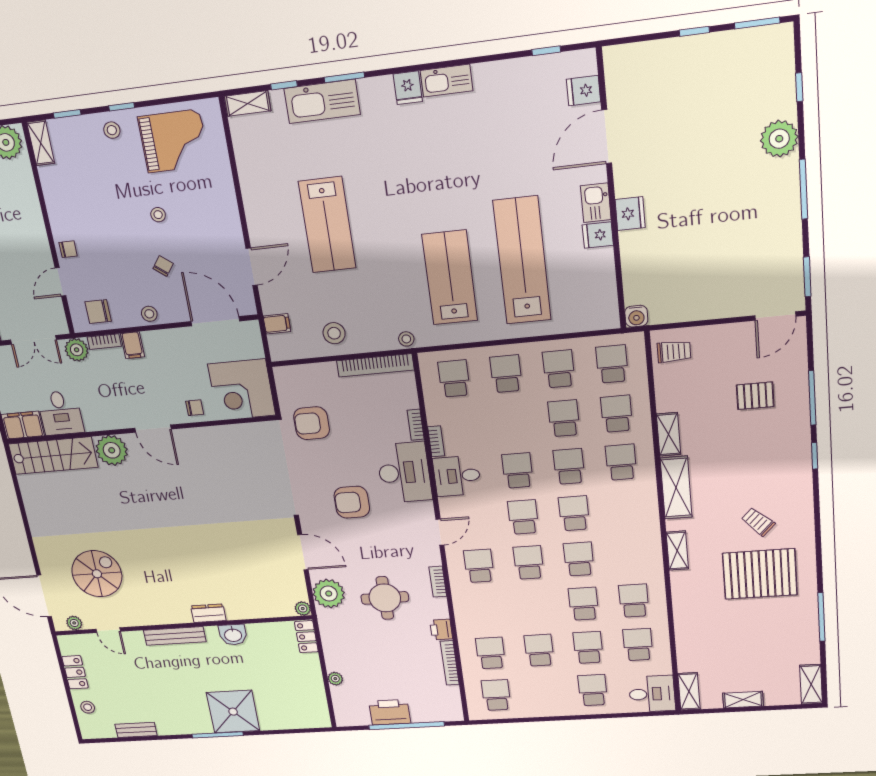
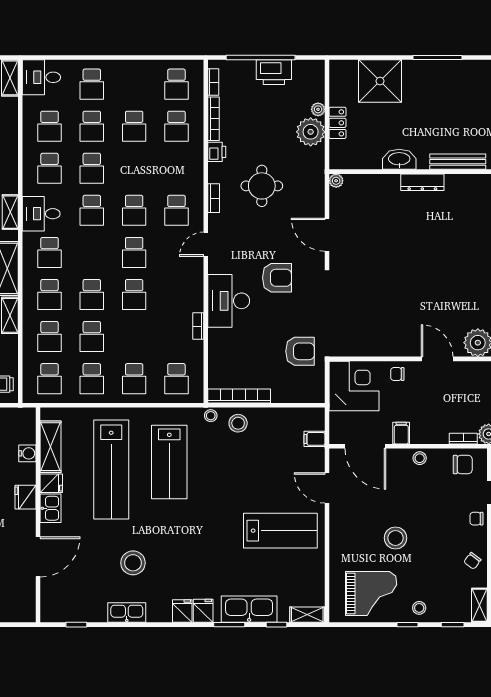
kitchen sink: (447, 81) -> (127, 613), moved
fridge: (584, 91) -> (203, 611), moved, turned -90
grand piano: (174, 141) -> (371, 594), turned 180
stool: (480, 144) -> (133, 563), added
stool: (158, 215) -> (396, 538), width x1.89, depth x1.89
lab bench: (327, 225) -> (280, 531), moved, turned 90
chair: (163, 266) -> (472, 561), moved
door: (252, 267) -> (327, 488), hinge flipped
shelving: (603, 281) -> (51, 447), added
water cooler: (636, 316) -> (27, 453), moved, turned 90
stool: (334, 333) -> (238, 423), moved
filing cabinet: (132, 345) -> (401, 433), moved
bookcase: (416, 425) -> (213, 82), moved
desk: (457, 476) -> (41, 214), moved, turned 180
school desk: (574, 513) -> (49, 252), moved
plant: (329, 594) -> (311, 132), moved
dresser: (208, 613) -> (422, 182), width x1.44
washbasin: (233, 635) -> (399, 159), width x1.38
locker: (306, 637) -> (337, 123), moved
shower: (233, 712) -> (380, 81), moved

